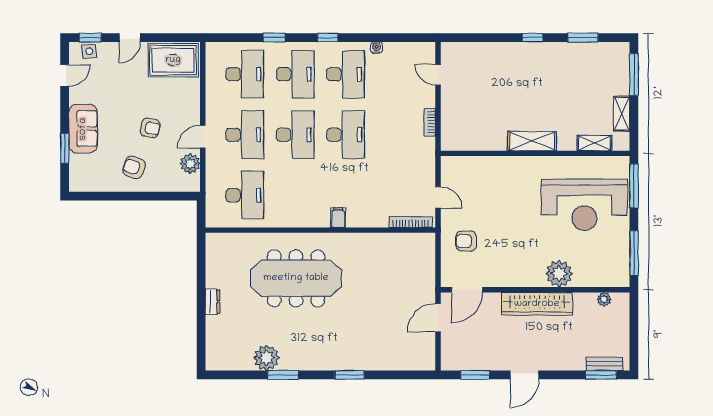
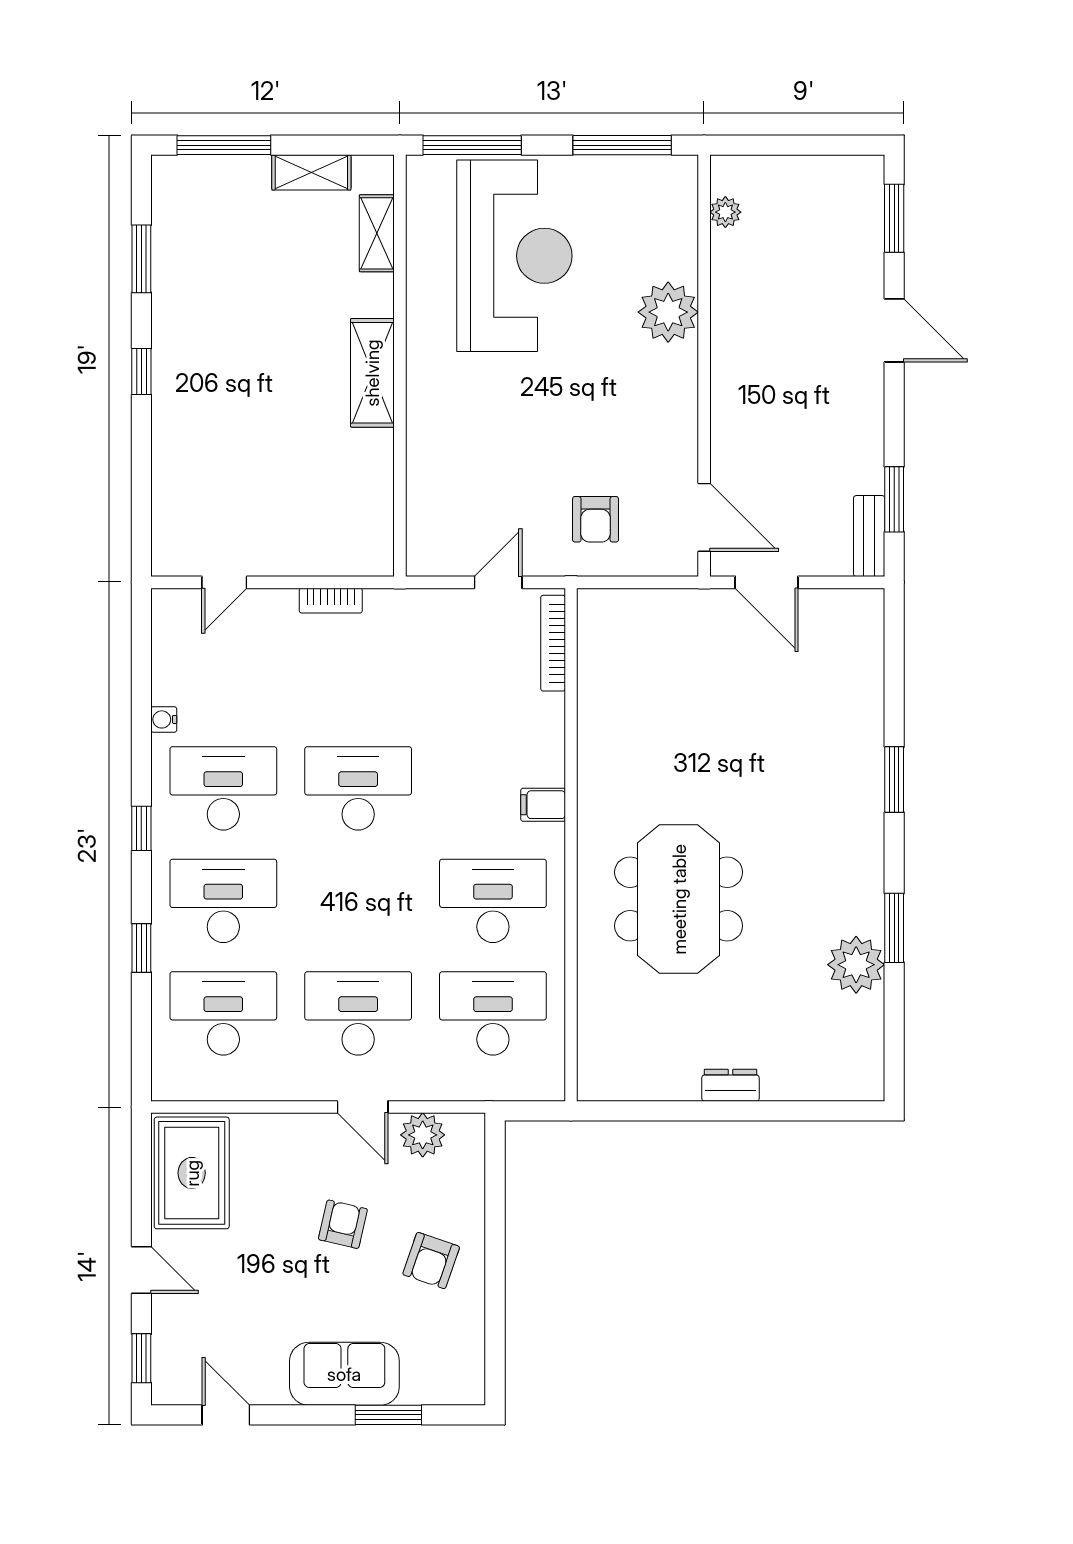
side table: (89, 51) -> (172, 1360), removed
desk: (295, 135) -> (493, 901), moved
meeting table: (296, 278) -> (679, 899), width x0.73
wardrobe: (537, 304) -> (735, 362), removed
bench: (604, 364) -> (869, 536), moved
door: (524, 375) -> (894, 330), moved

